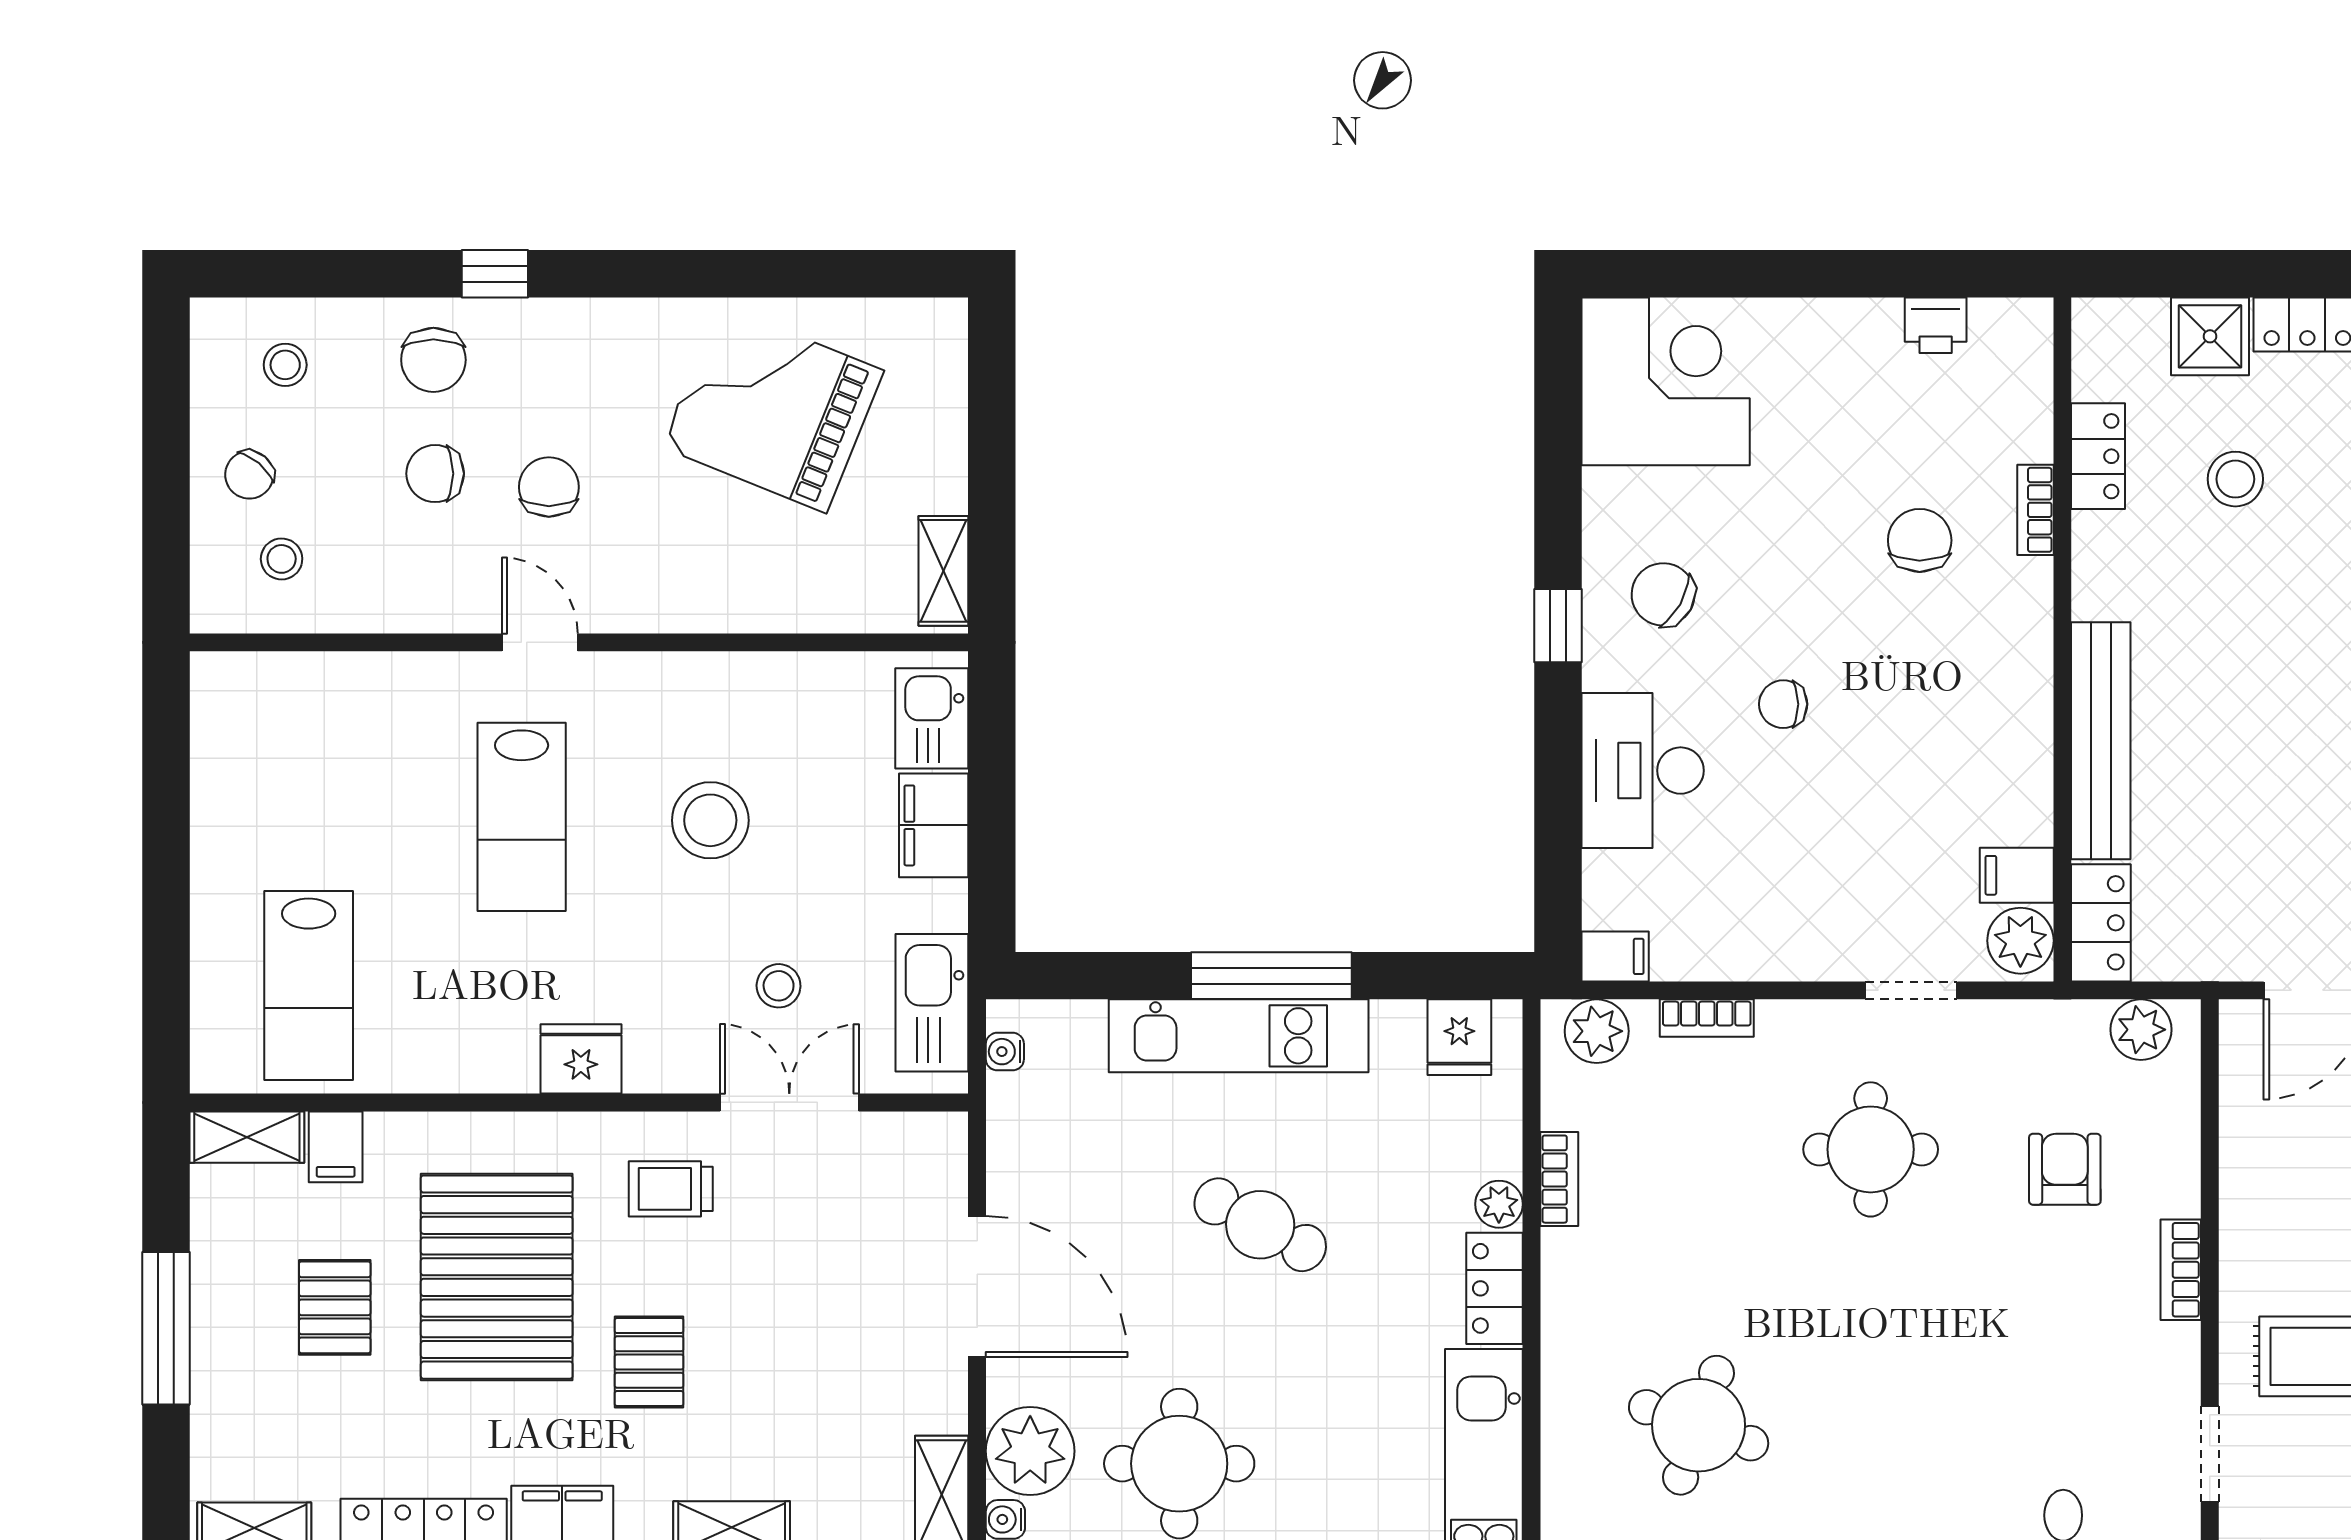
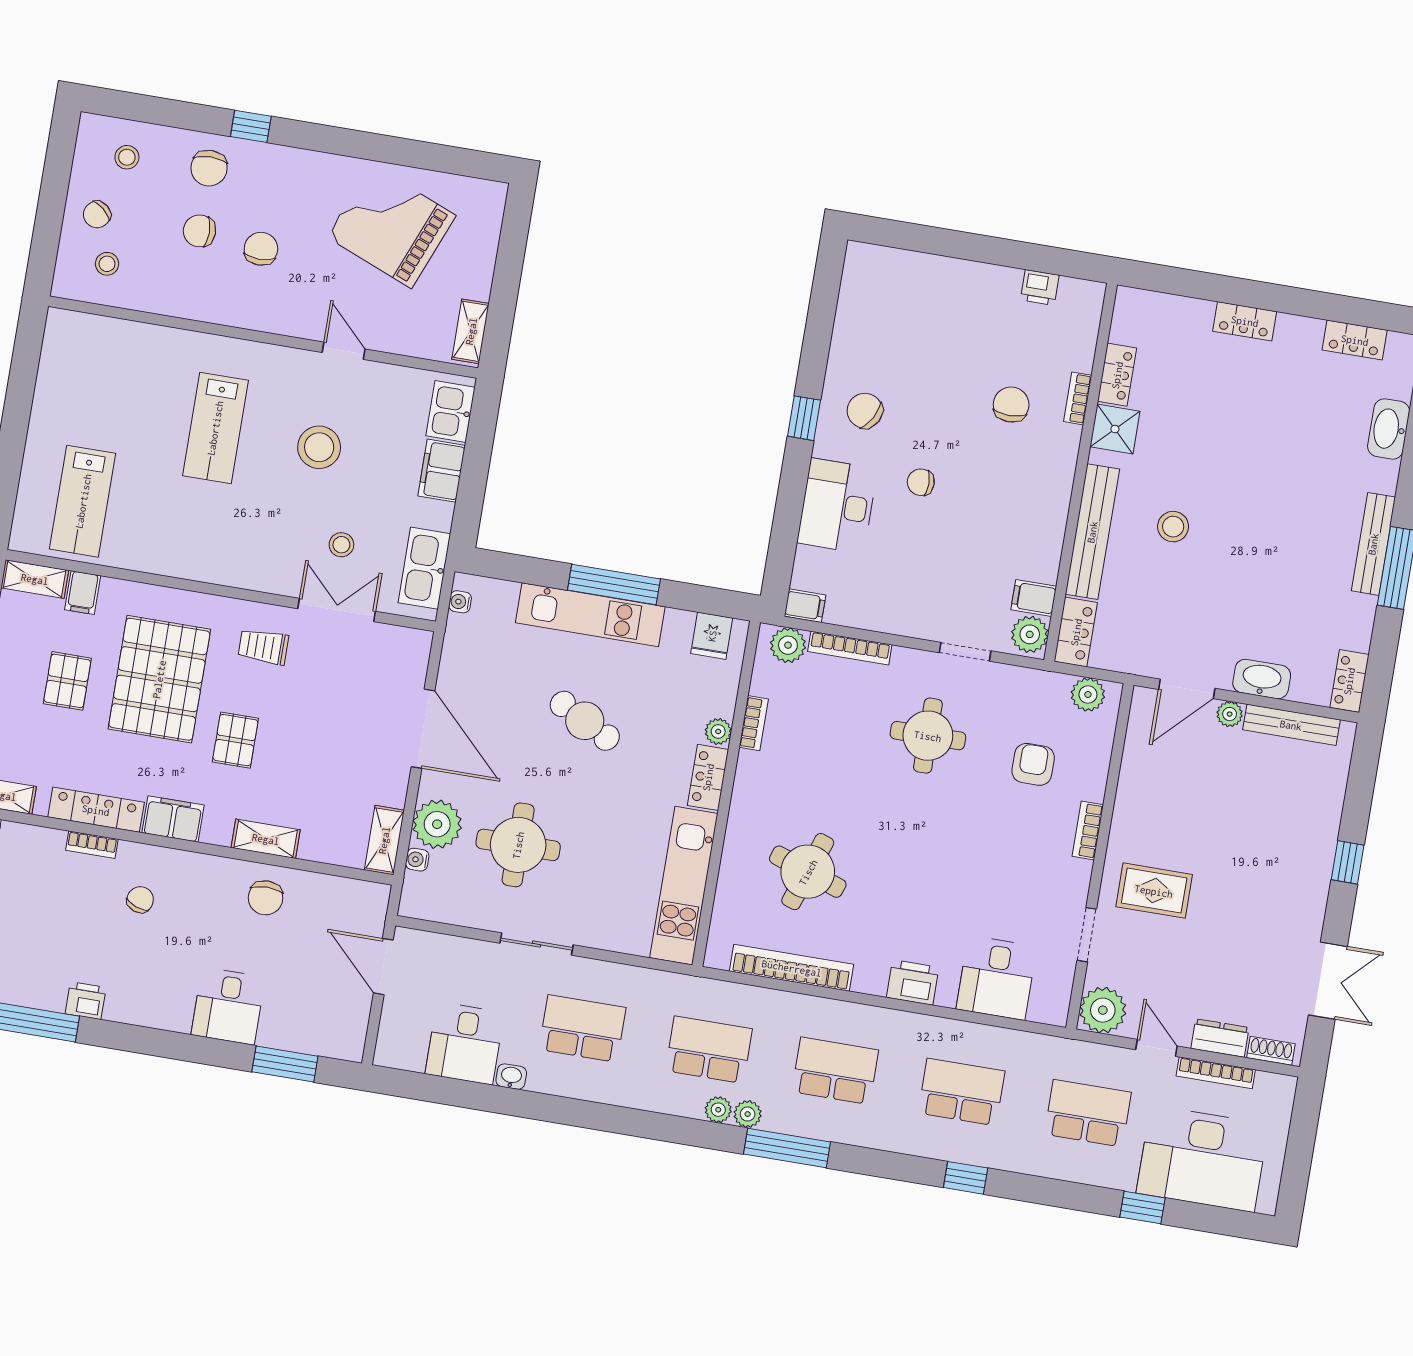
shower: (2210, 336) -> (1115, 429), moved
corner desk: (1666, 381) -> (886, 294), removed
stool: (2235, 479) -> (1173, 527), moved
door: (540, 642) -> (344, 351), moved
bookcase: (1707, 1018) -> (850, 648), width x1.56
fridge: (581, 1059) -> (226, 567), removed

